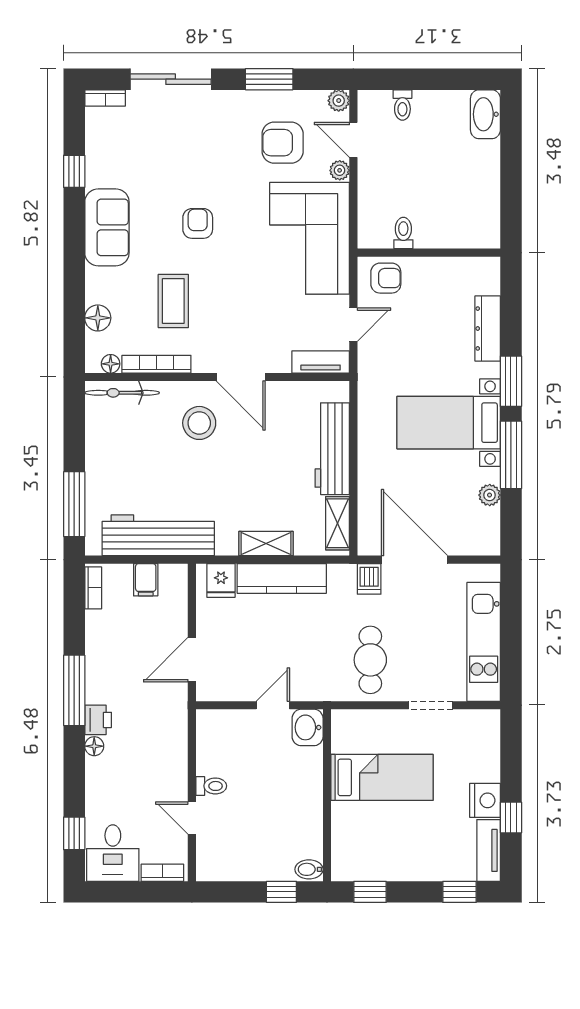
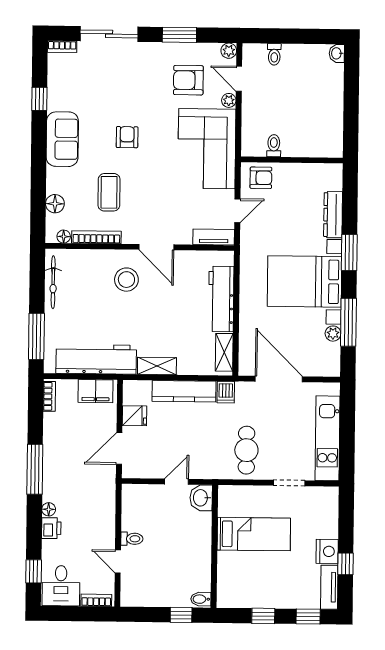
washbasin: (485, 114) -> (337, 53), width x0.52, depth x0.69
bicycle: (122, 393) -> (53, 282), moved, turned -90
bed with nightstands: (449, 423) -> (304, 281), width x1.36
window: (511, 455) -> (348, 322), moved
shelving: (266, 544) -> (157, 366), moved
dishwasher: (369, 579) -> (226, 392), moved
filing cabinet: (146, 580) -> (95, 391), width x2.00
fridge: (221, 580) -> (134, 416), moved, turned -90
printer: (98, 720) -> (51, 528), moved
window: (370, 892) -> (263, 616), moved

